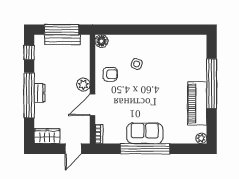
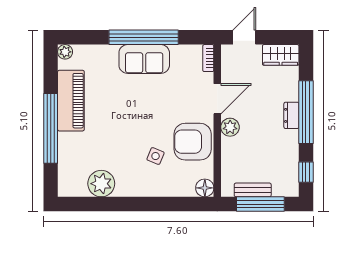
bench: (62, 40) -> (253, 190), width x0.73
plant: (175, 44) -> (101, 184), added
armchair: (110, 74) -> (193, 142), width x1.88, depth x1.88

